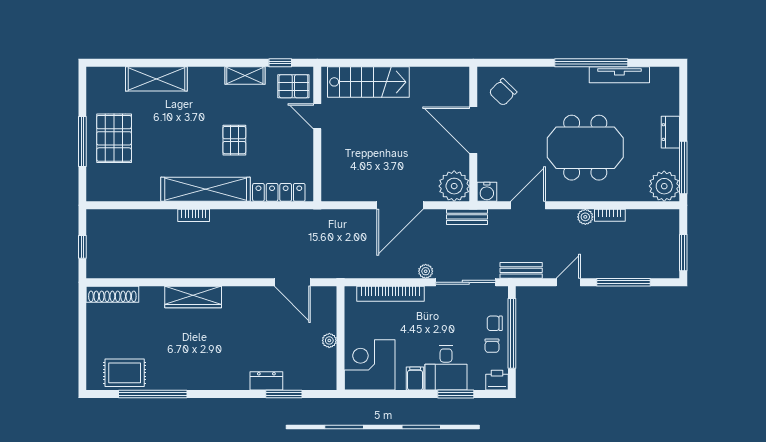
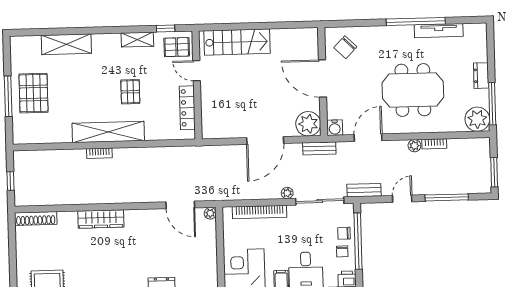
locker: (279, 192) -> (187, 108), moved, turned -90
plant: (329, 340) -> (210, 213), moved

